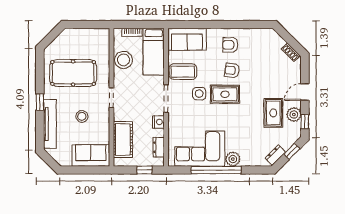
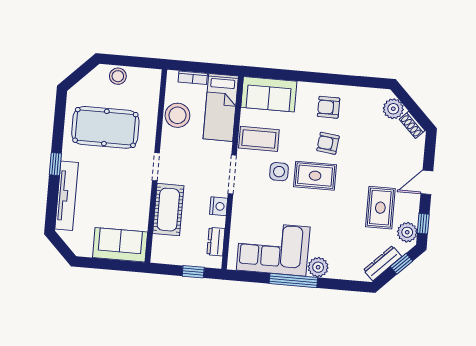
plant: (276, 42) -> (393, 109), added
plant: (294, 114) -> (407, 232), moved
stool: (82, 116) -> (118, 76), moved
cot: (123, 140) -> (168, 210), moved
dresser: (275, 155) -> (383, 263), width x1.44
window: (216, 170) -> (293, 280), width x0.68

